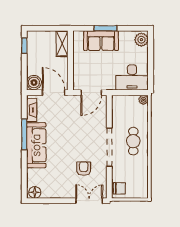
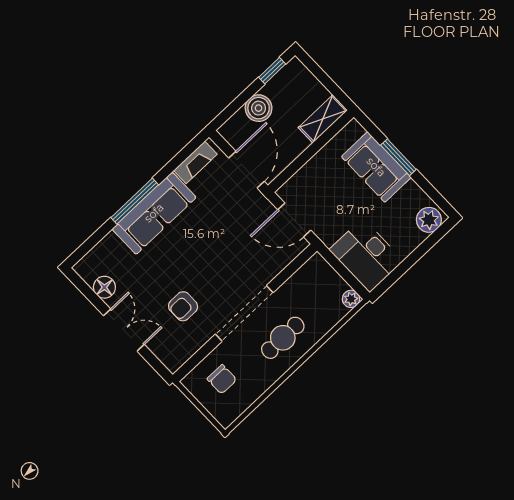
boiler: (34, 82) -> (259, 108), moved
window: (24, 134) -> (135, 201), moved
armchair: (84, 169) -> (183, 306), turned 180
chair: (119, 188) -> (222, 379), moved
floor lamp: (35, 192) -> (104, 287), moved
double door: (89, 201) -> (124, 330), moved

